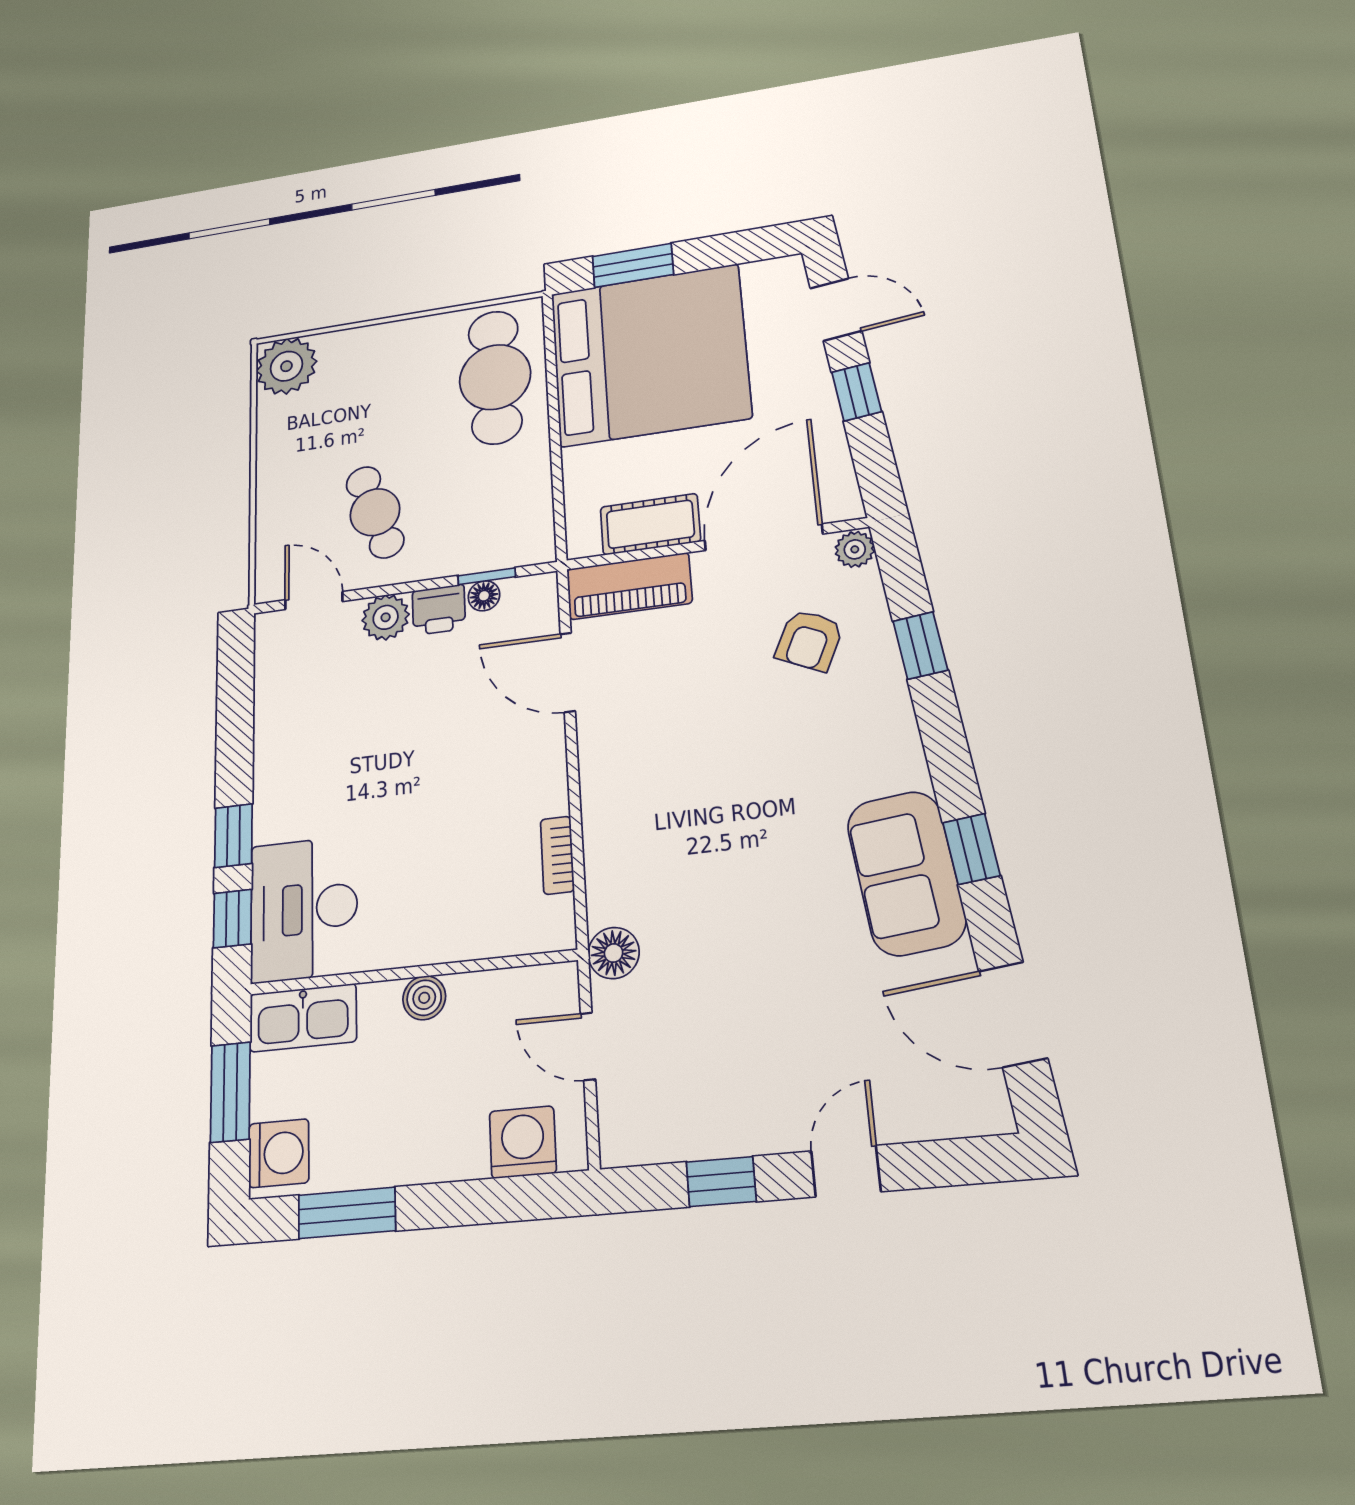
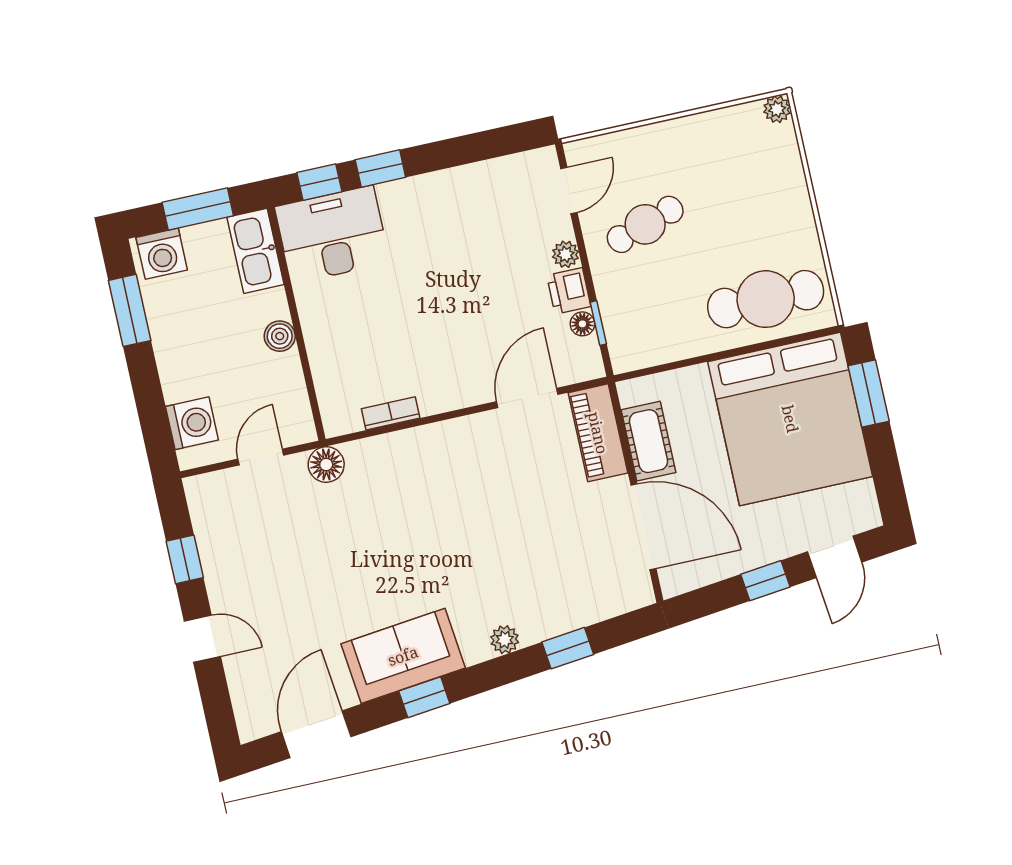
plant: (286, 366) -> (777, 109), width x0.53, depth x0.53
plant: (855, 549) -> (505, 640), moved
plant: (386, 617) -> (566, 254), width x0.73, depth x0.73
armchair: (809, 640) -> (566, 570), removed

